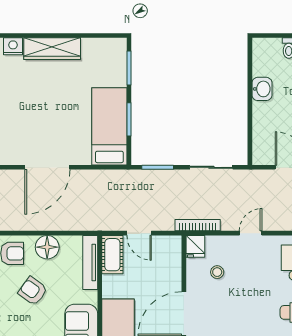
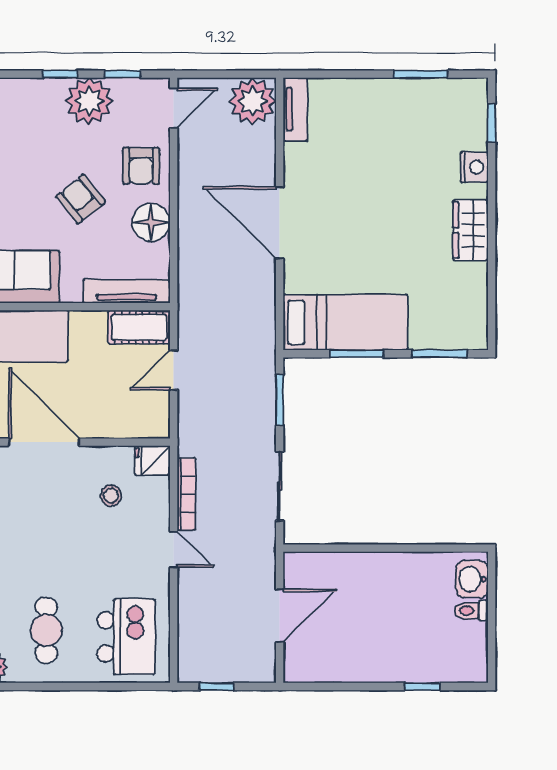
wardrobe: (52, 49) -> (470, 230), width x0.67
washbasin: (262, 89) -> (472, 579), moved, turned 90
bookcase: (198, 225) -> (186, 494), moved
armchair: (33, 291) -> (81, 199), turned -75

